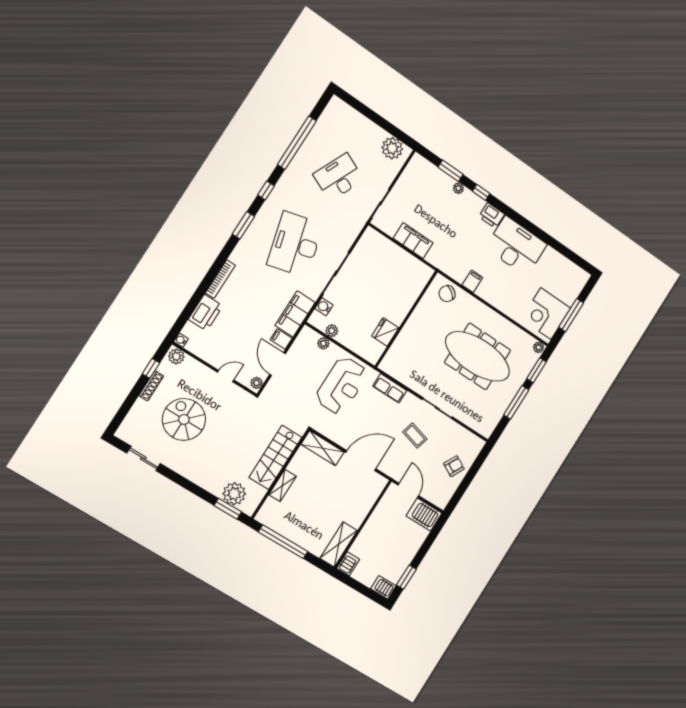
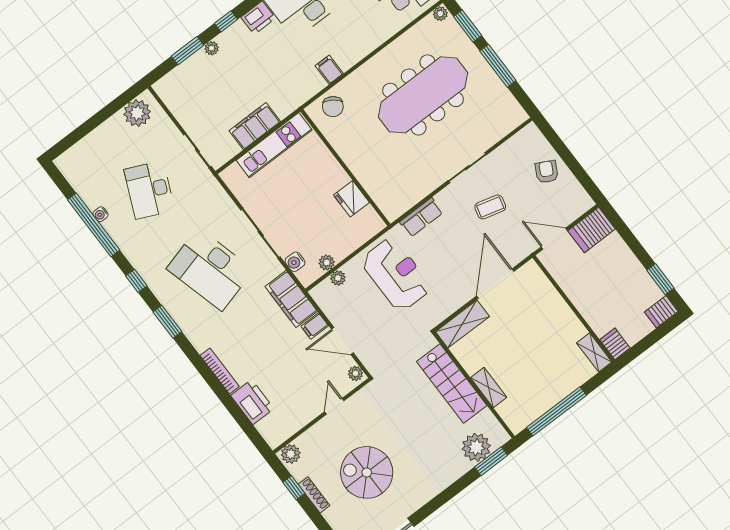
kitchen unit: (404, 260) -> (274, 145), added
water cooler: (181, 340) -> (101, 214), moved
shelving: (339, 544) -> (594, 352), width x0.67, depth x0.75

